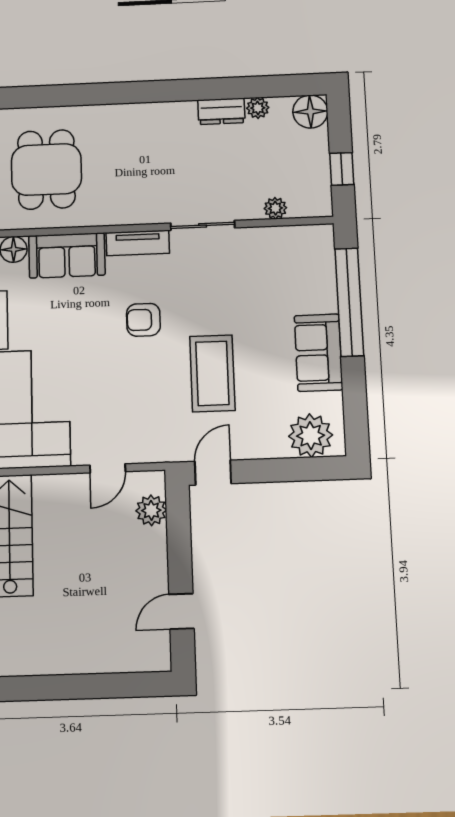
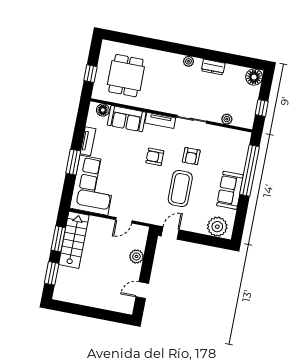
plant: (258, 108) -> (188, 61), moved
armchair: (220, 301) -> (191, 156), added
plant: (151, 510) -> (136, 256), moved

